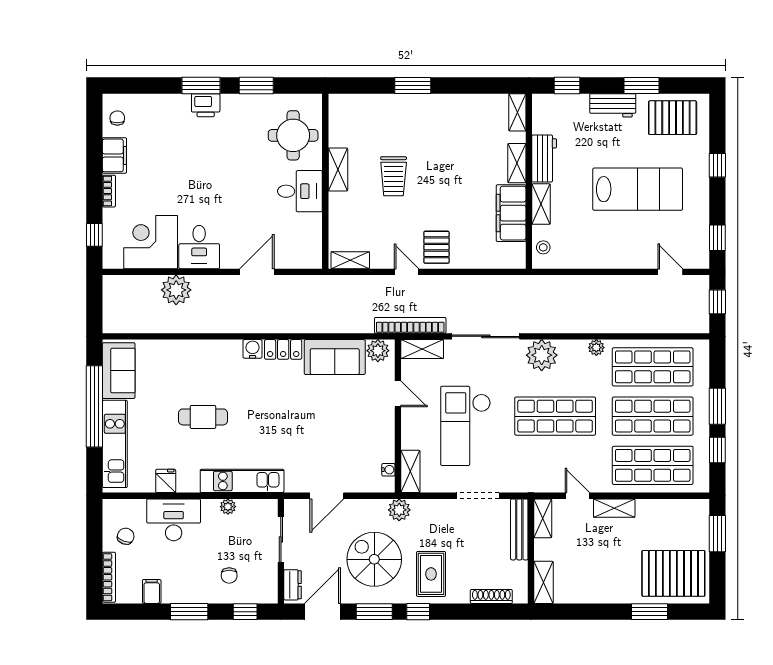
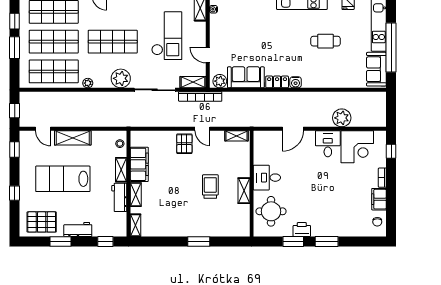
printer: (206, 105) -> (302, 230), moved
shelving: (621, 257) -> (73, 138), added

